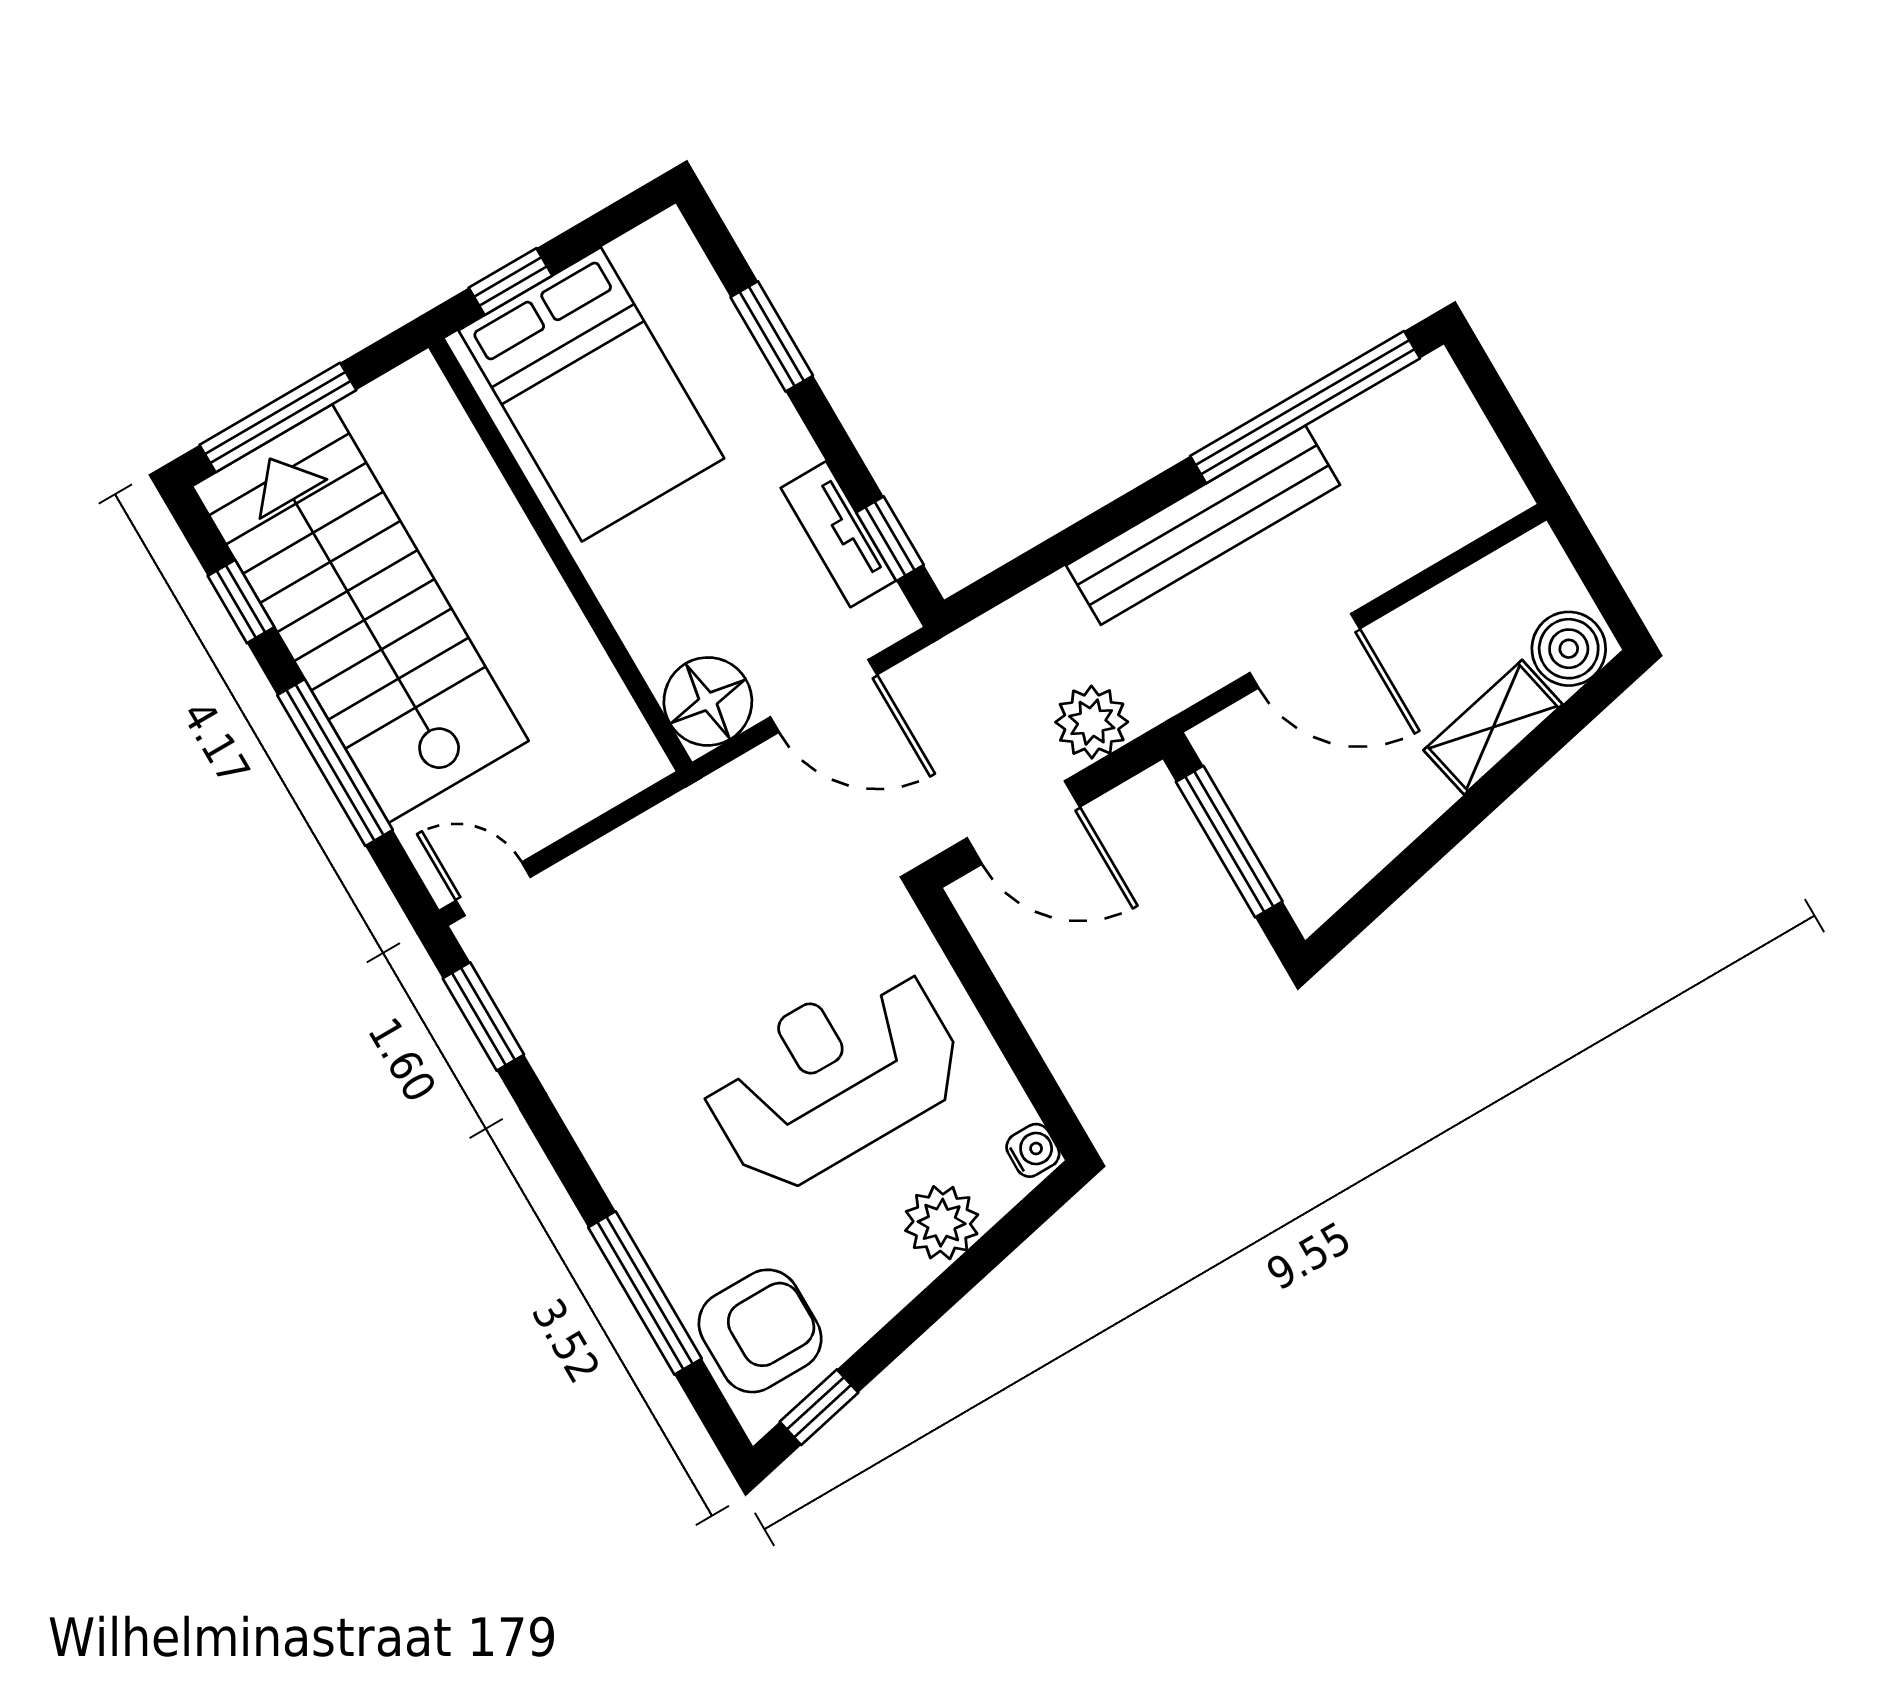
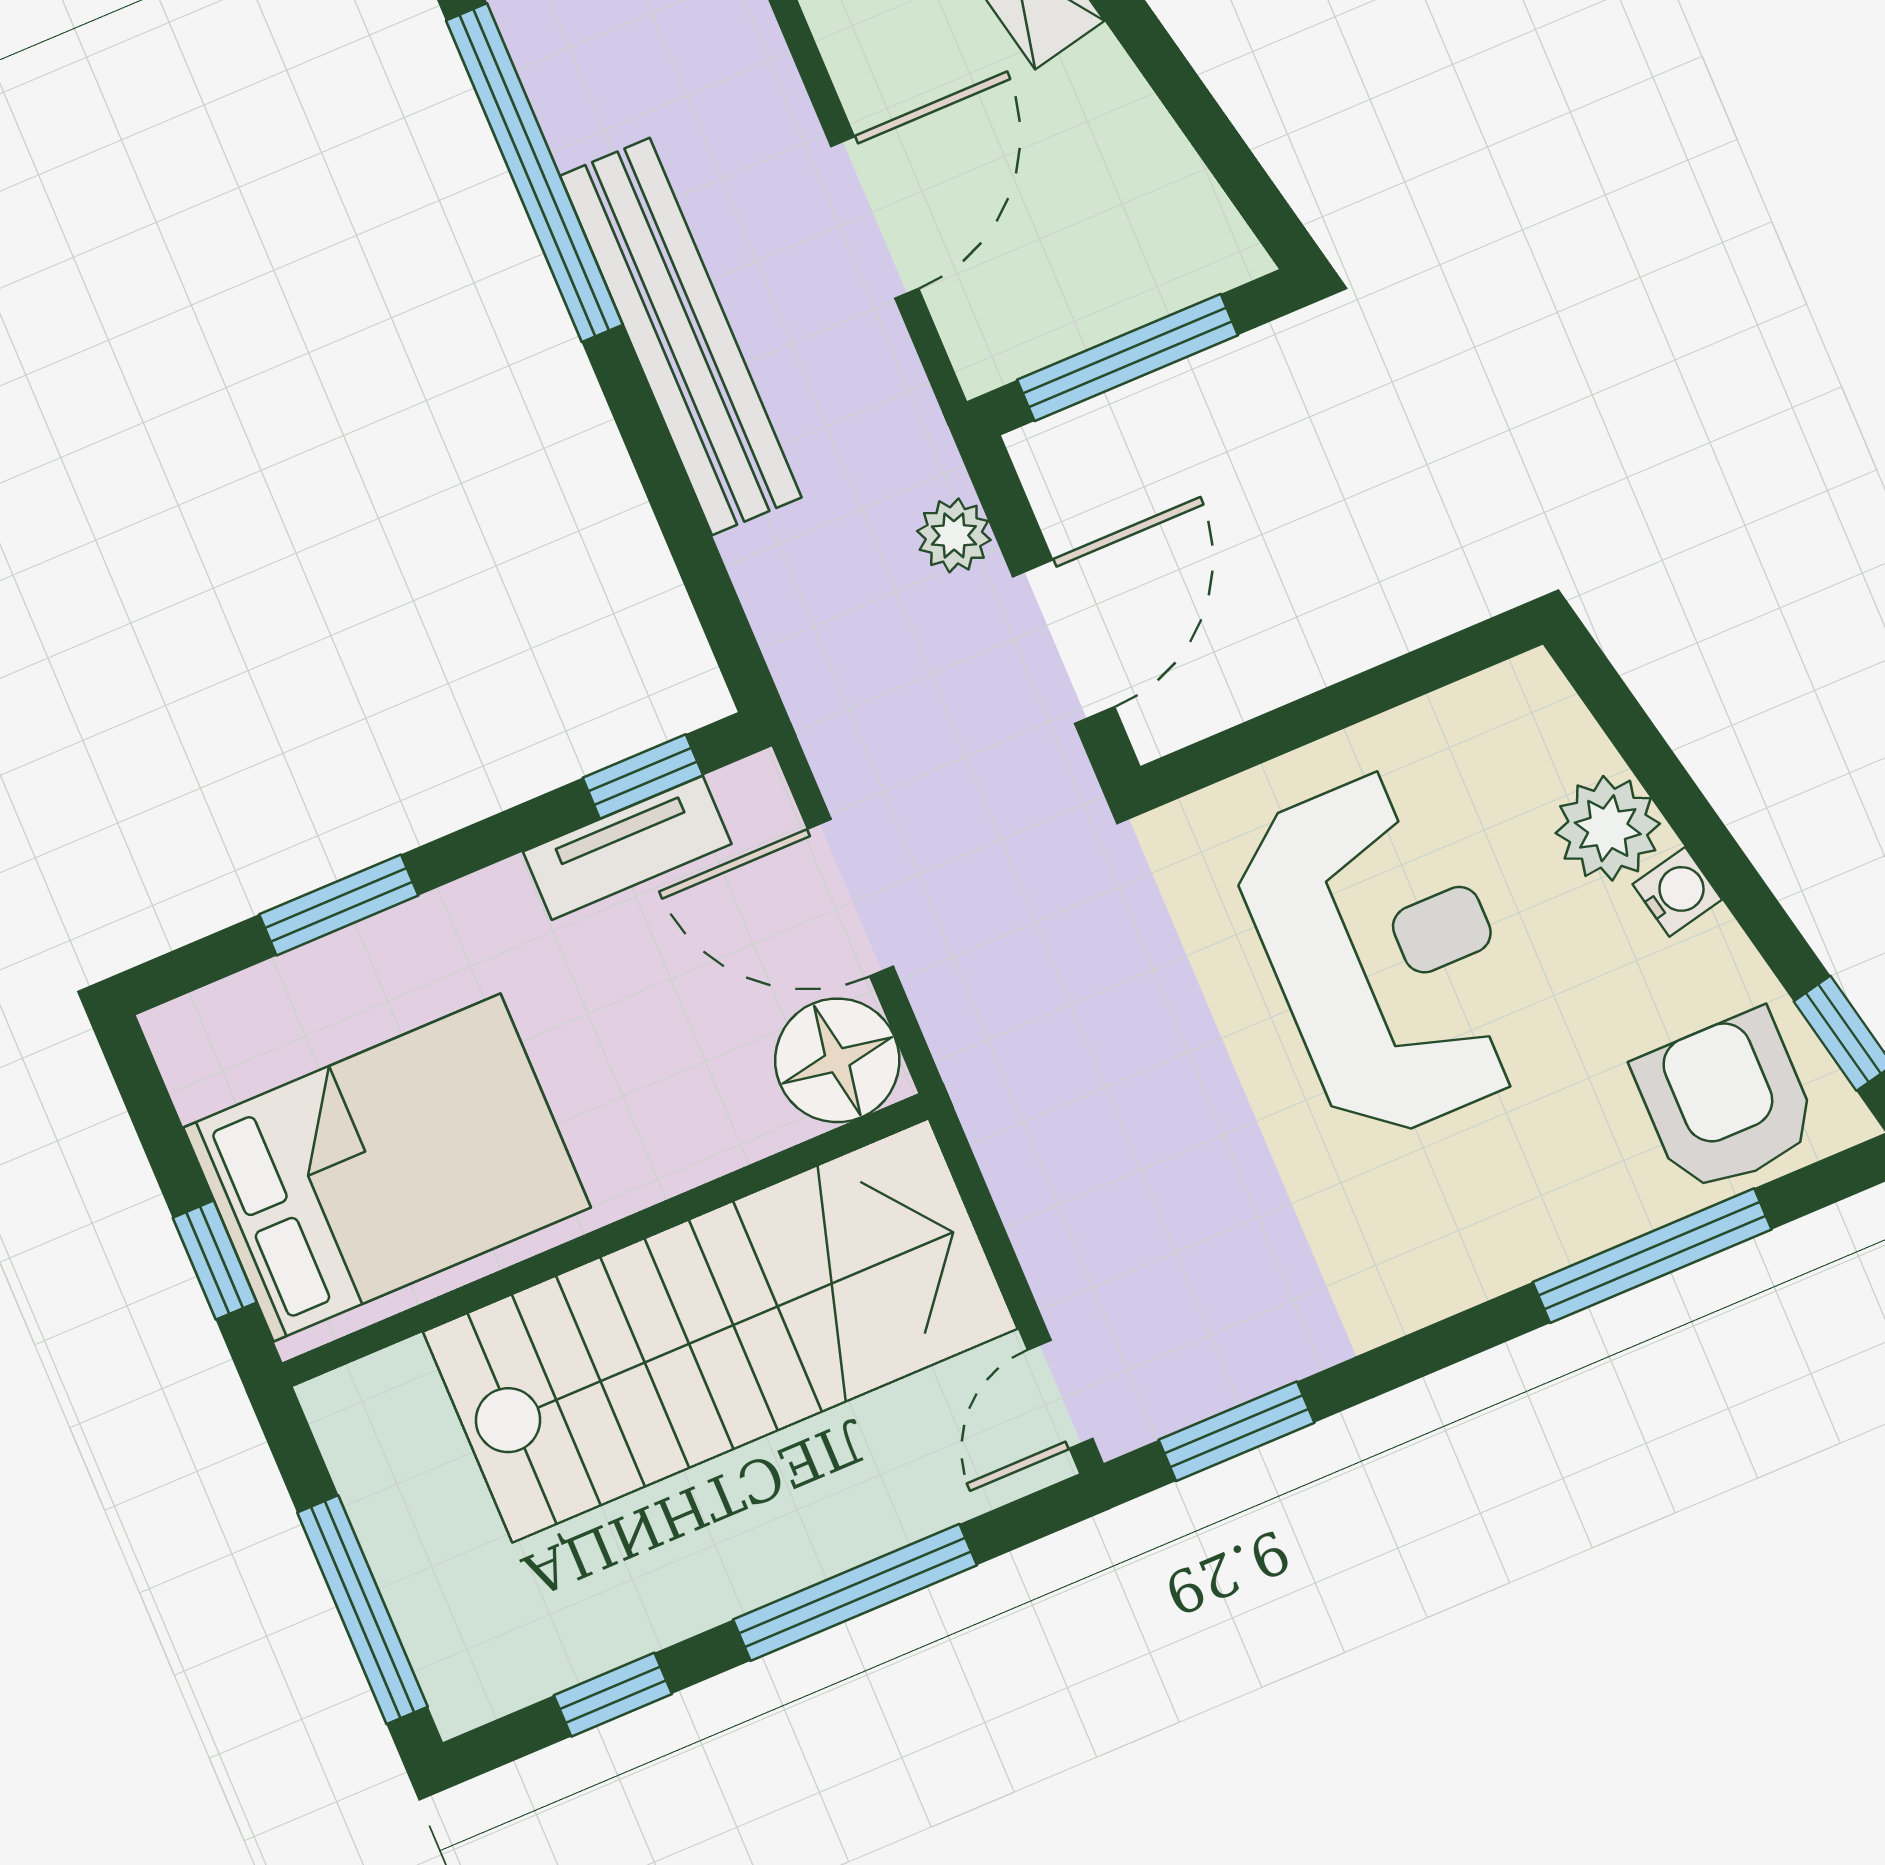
stairs: (360, 613) -> (720, 1330), moved, turned 180
door: (824, 696) -> (850, 898), swing flipped
plant: (1092, 722) -> (954, 535), width x0.73, depth x0.73
reception desk: (833, 1077) -> (1384, 954), turned 180
water cooler: (1033, 1150) -> (1677, 892), moved, turned 78

